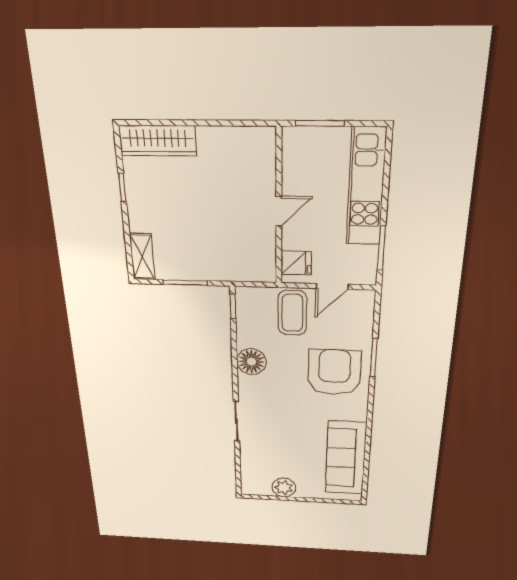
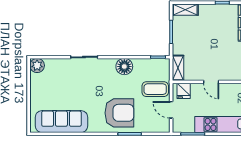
shelving: (252, 272) -> (178, 68), added
plant: (284, 487) -> (37, 65), moved

